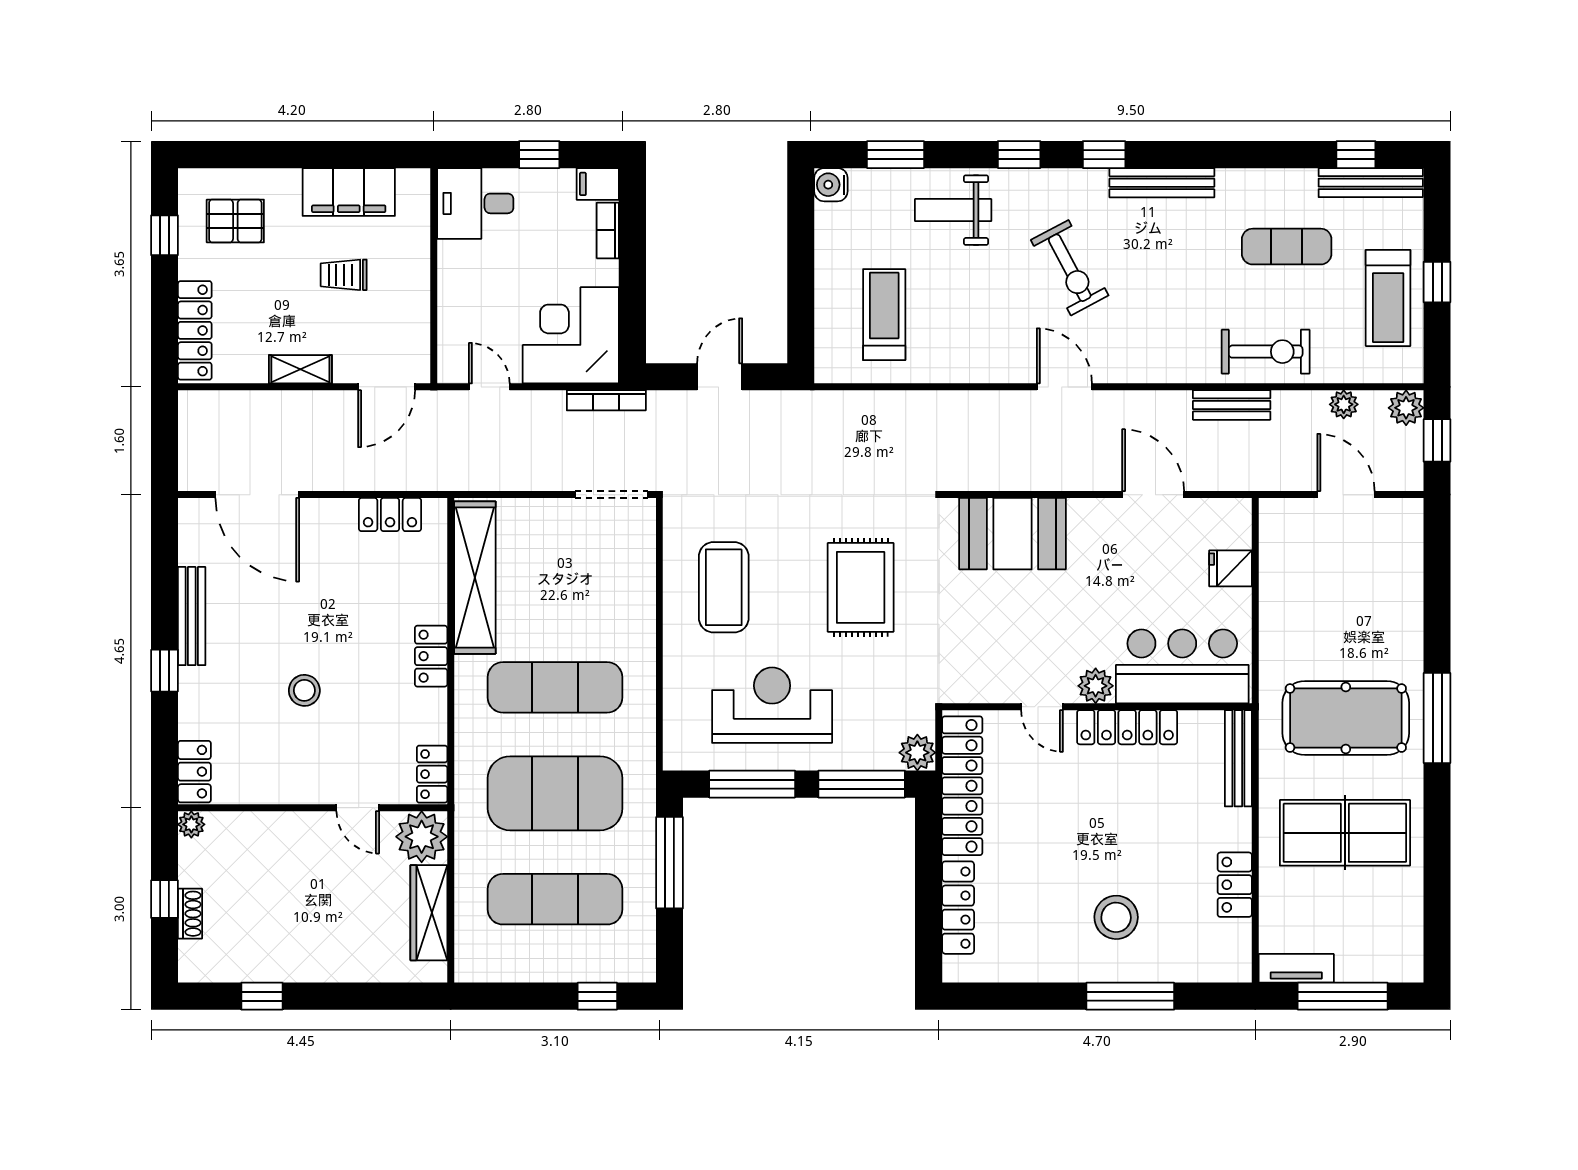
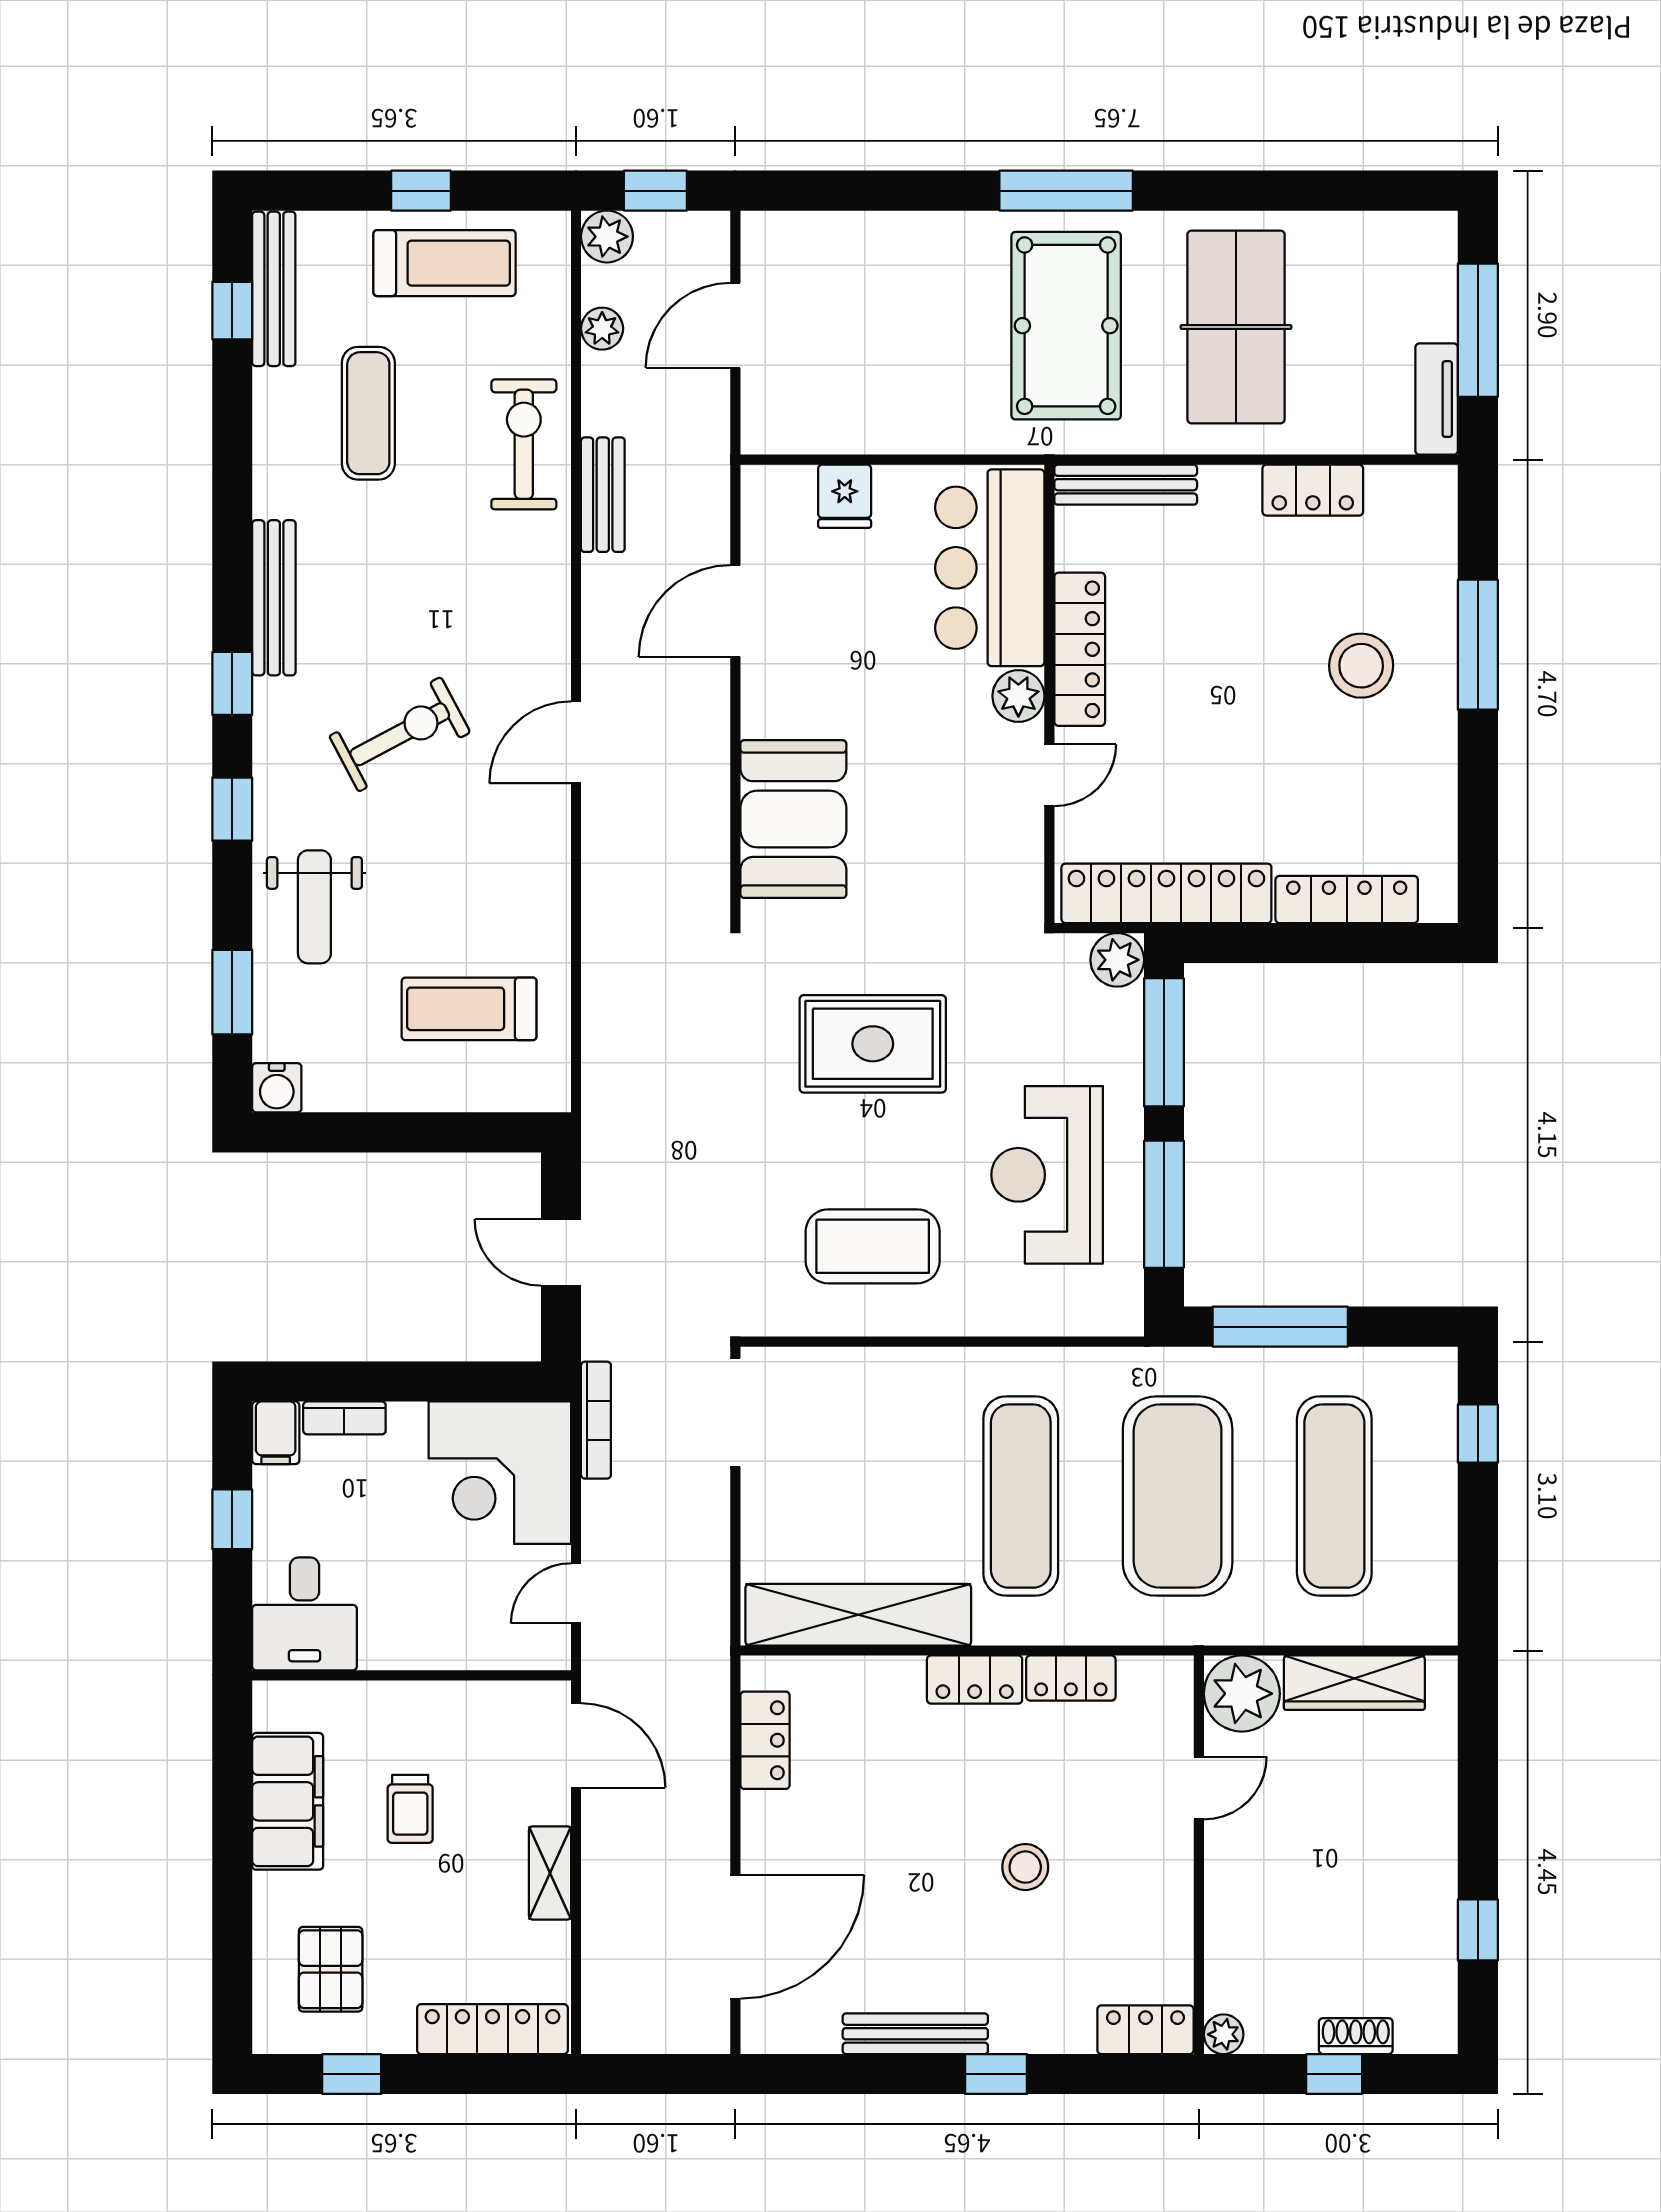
locker: (432, 774) -> (1071, 1678), moved

